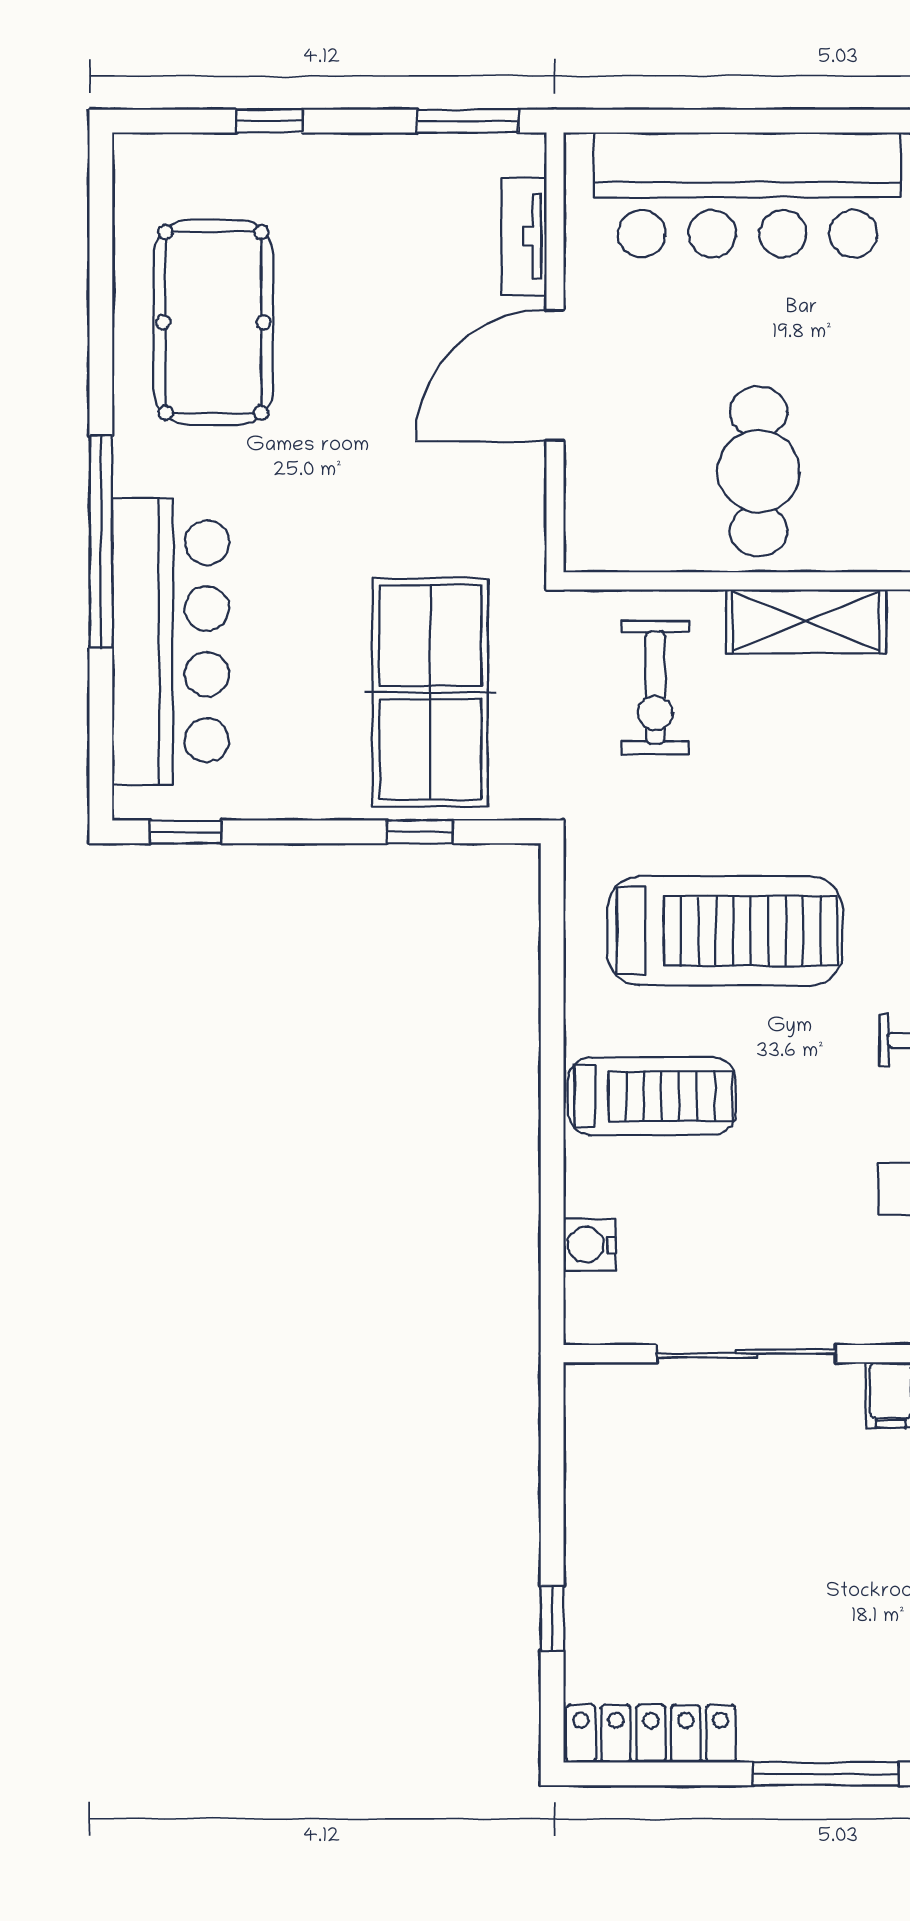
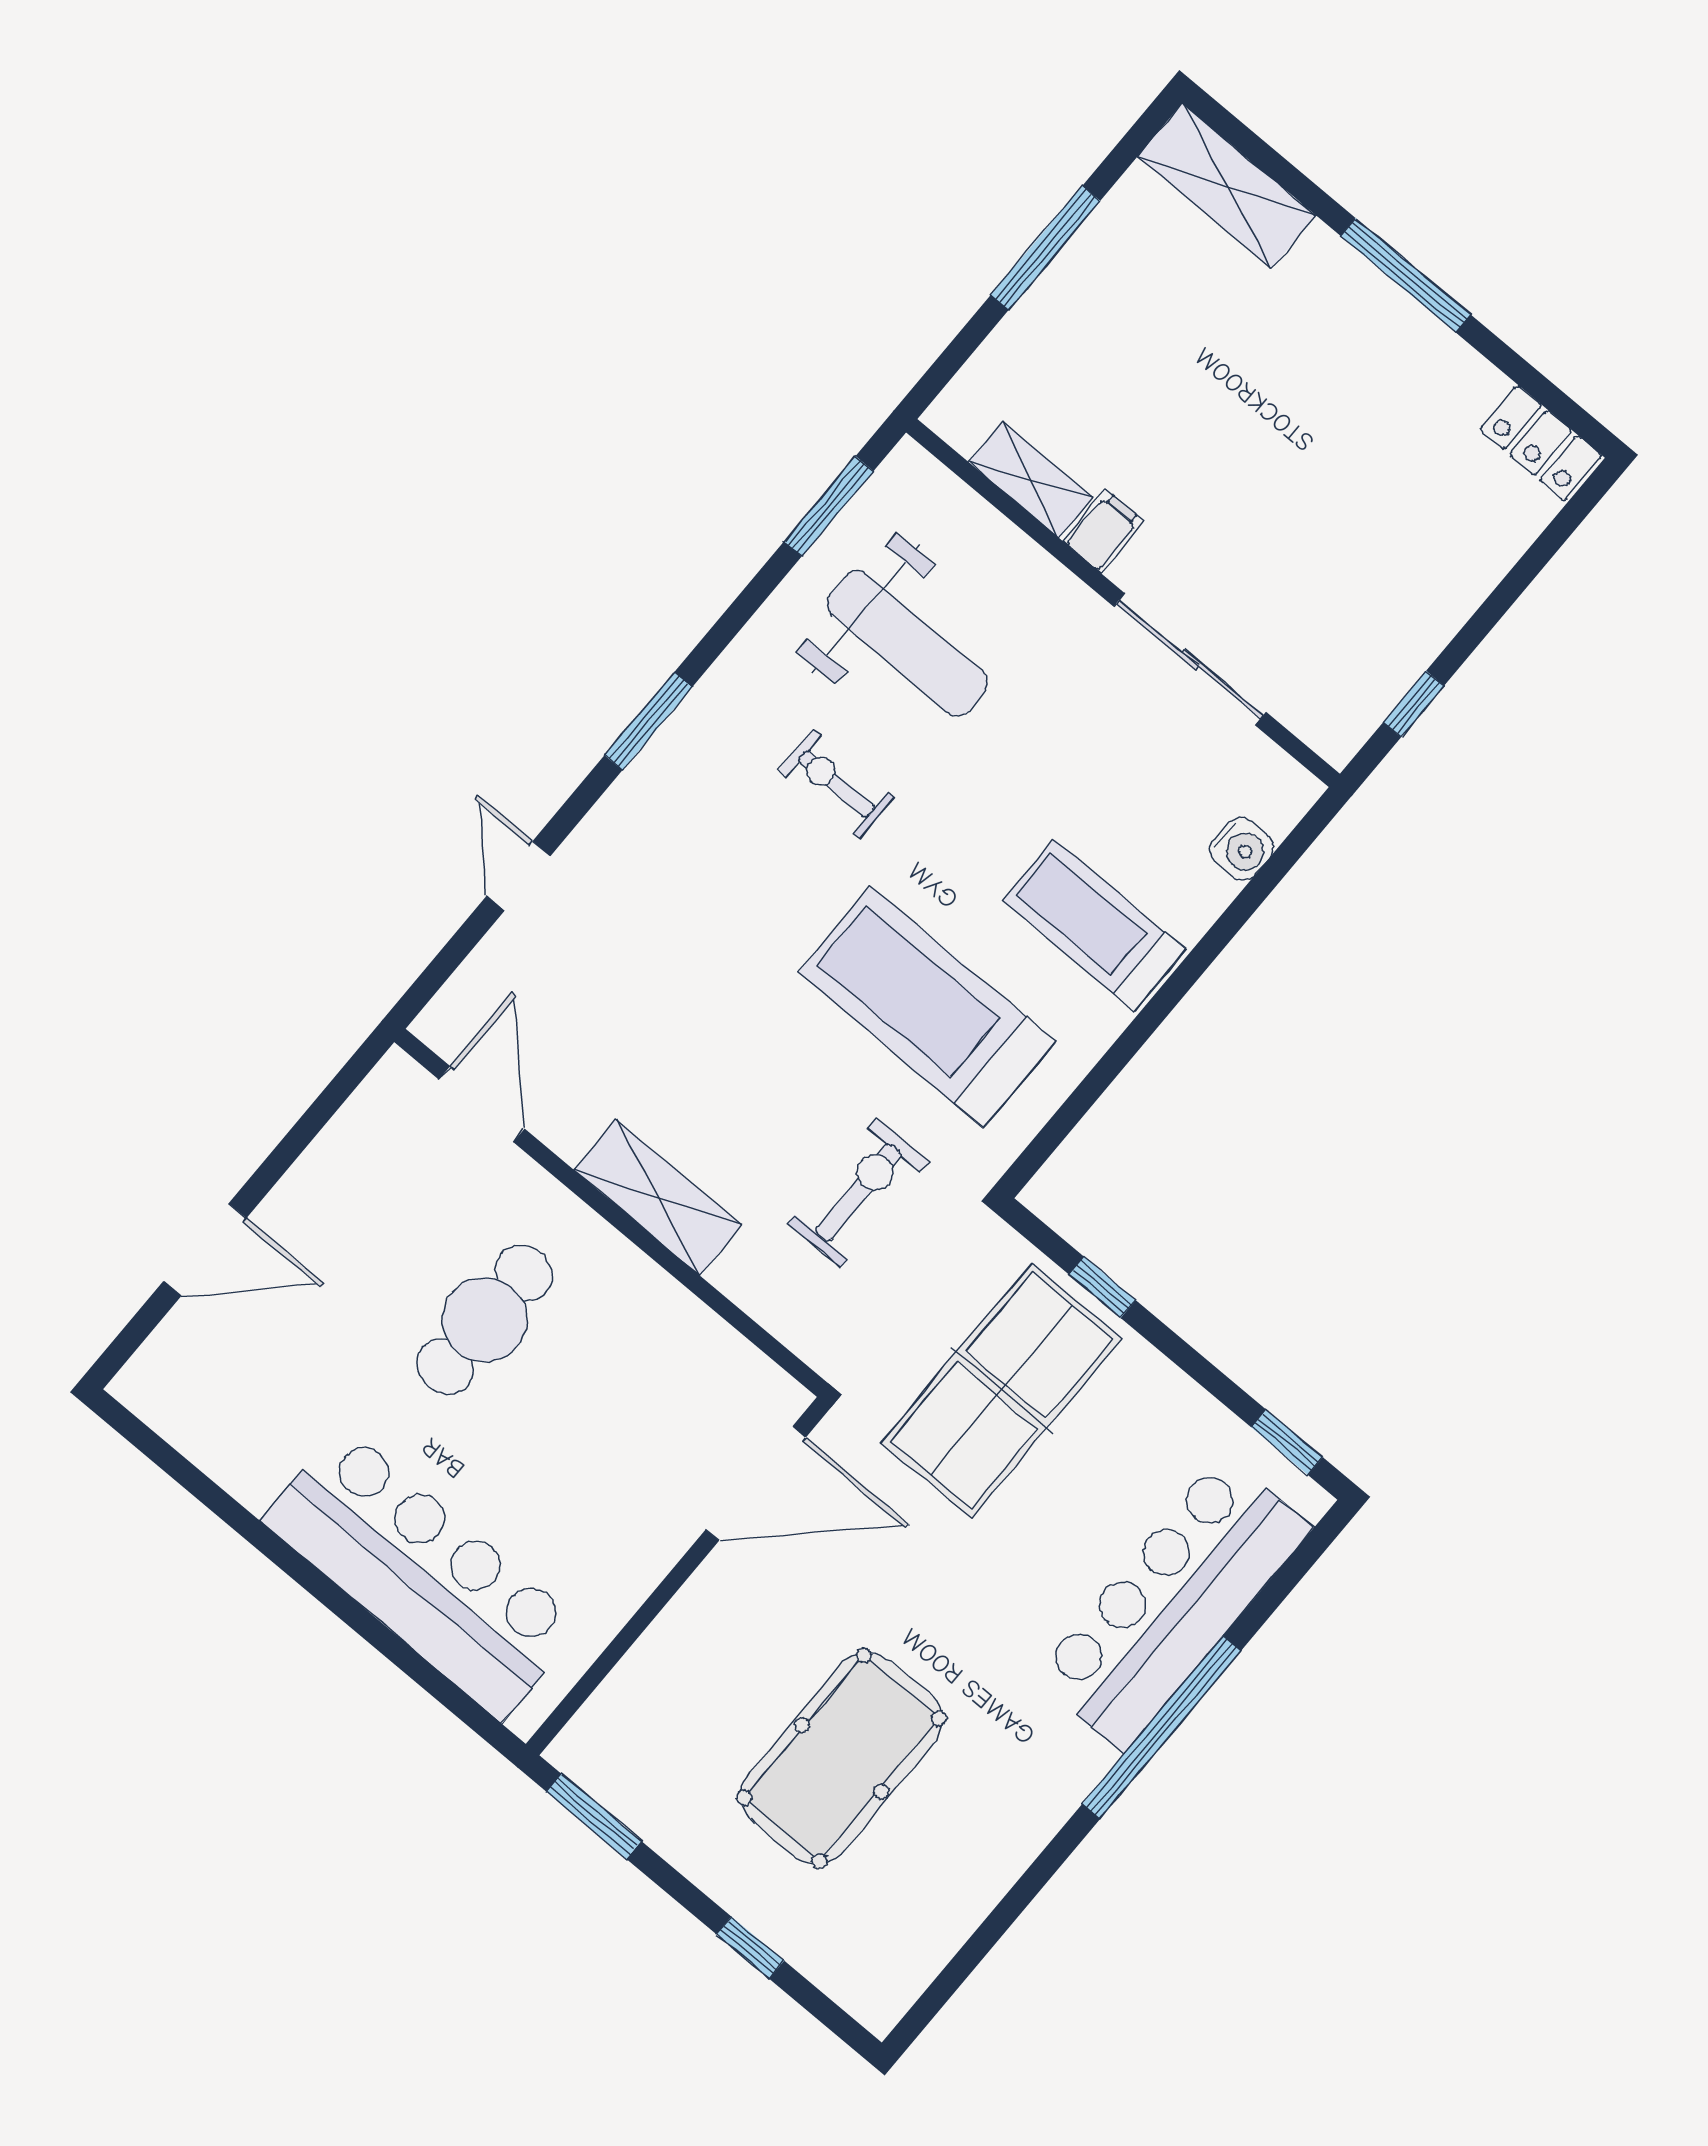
tv unit: (524, 236) -> (626, 1688), removed
pool table: (213, 322) -> (842, 1758), moved
door: (555, 375) -> (756, 1483), moved
cafe table: (759, 471) -> (485, 1320), moved
exercise bike: (655, 688) -> (858, 1193), moved
window: (552, 1618) -> (1414, 704), moved
locker: (651, 1734) -> (1541, 443), width x0.66

